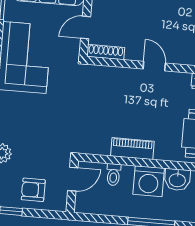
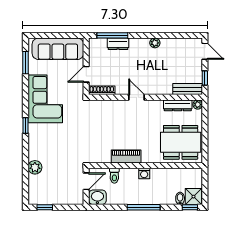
washbasin: (177, 180) -> (97, 197), moved, turned 180
washing machine: (149, 181) -> (144, 173), width x0.53, depth x0.53
armchair: (33, 190) -> (59, 191), removed

